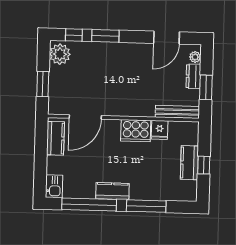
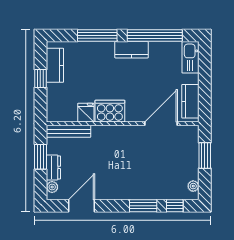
plant: (60, 54) -> (193, 186), width x0.53, depth x0.53
kitchen counter: (189, 163) -> (55, 65), moved
kitchen sink: (54, 186) -> (190, 57), width x1.38

